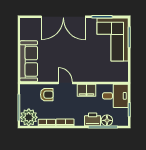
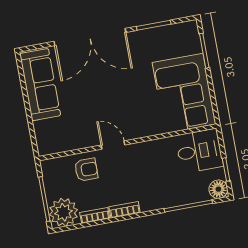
corner sofa: (113, 40) -> (184, 93), moved
sofa: (29, 61) -> (40, 85), moved
filing cabinet: (86, 90) -> (150, 150), removed
printer: (93, 119) -> (169, 197), removed
floor lamp: (107, 120) -> (218, 189), moved

